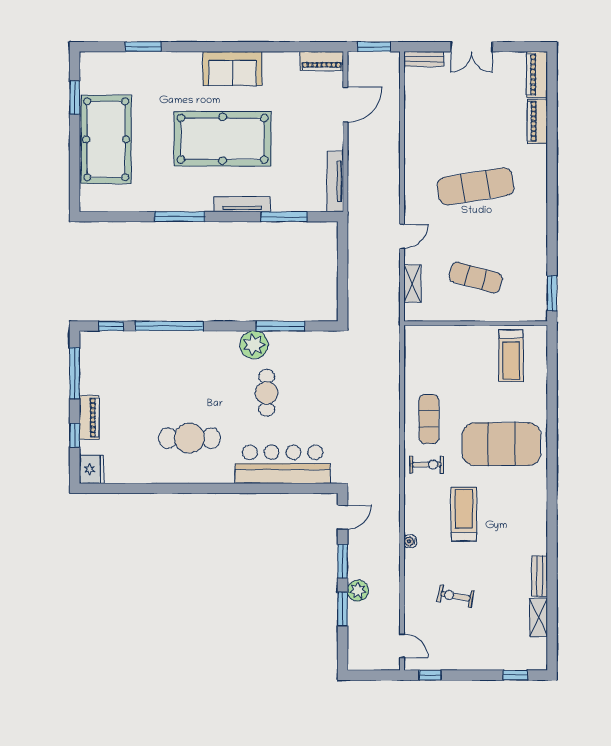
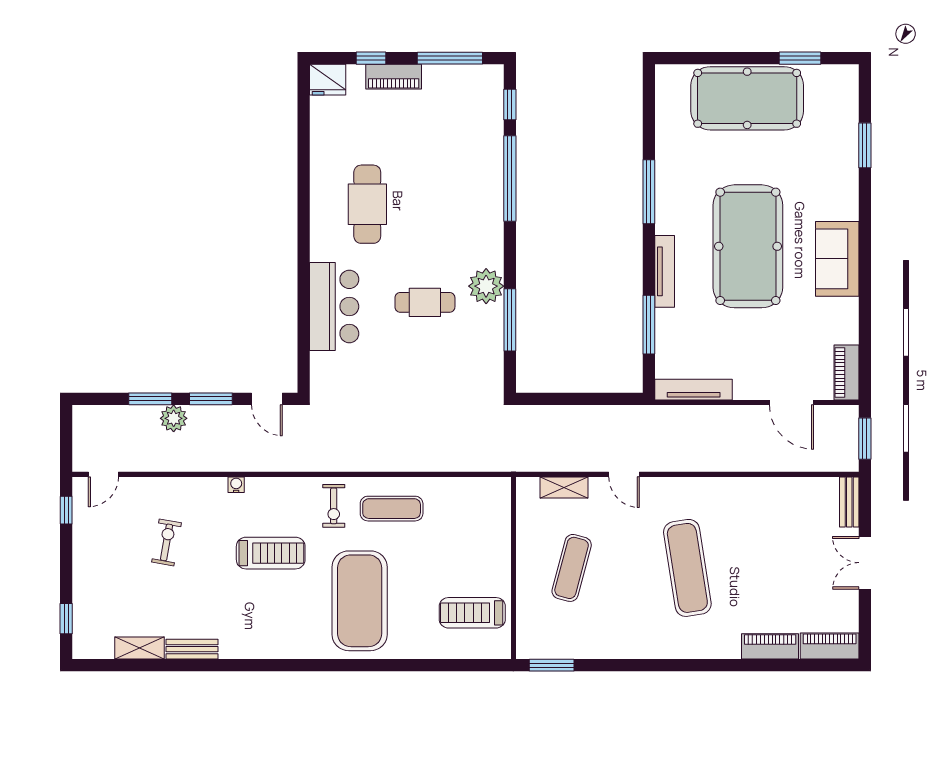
bar counter: (283, 464) -> (334, 306), width x0.73

